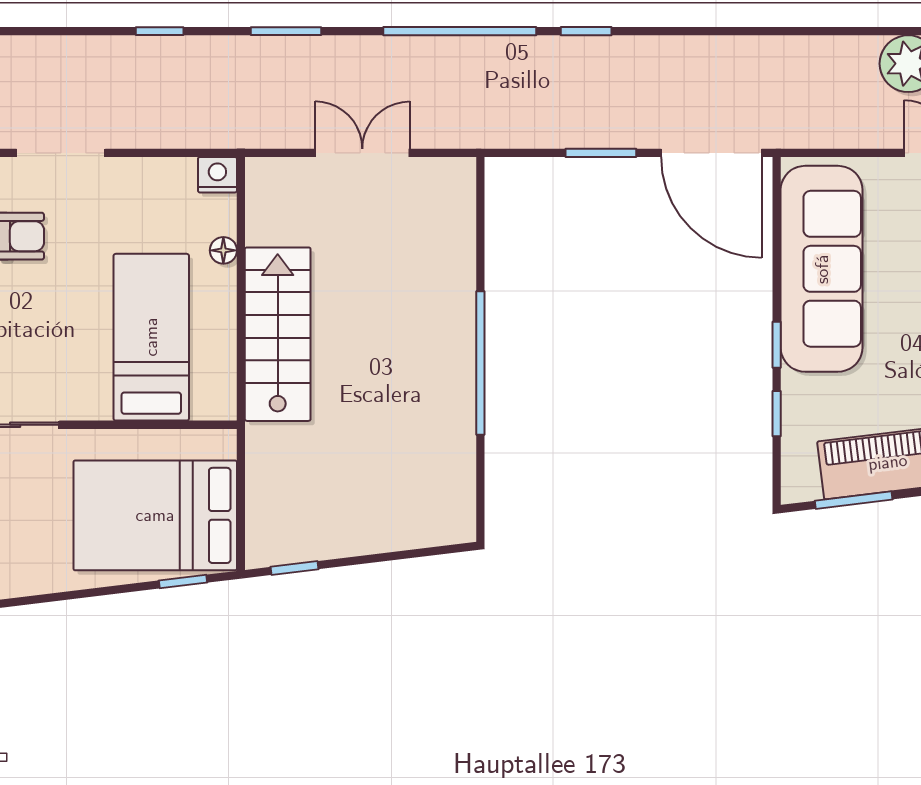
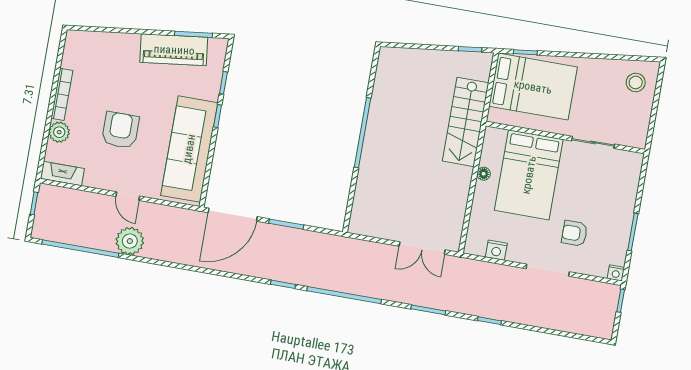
double door: (362, 153) -> (422, 248), moved
door: (711, 153) -> (233, 215), swing flipped
nightstand: (217, 175) -> (496, 250), moved
floor lamp: (223, 250) -> (484, 174), moved
stairs: (278, 334) -> (466, 122), moved
bed: (151, 337) -> (529, 175), width x1.50

